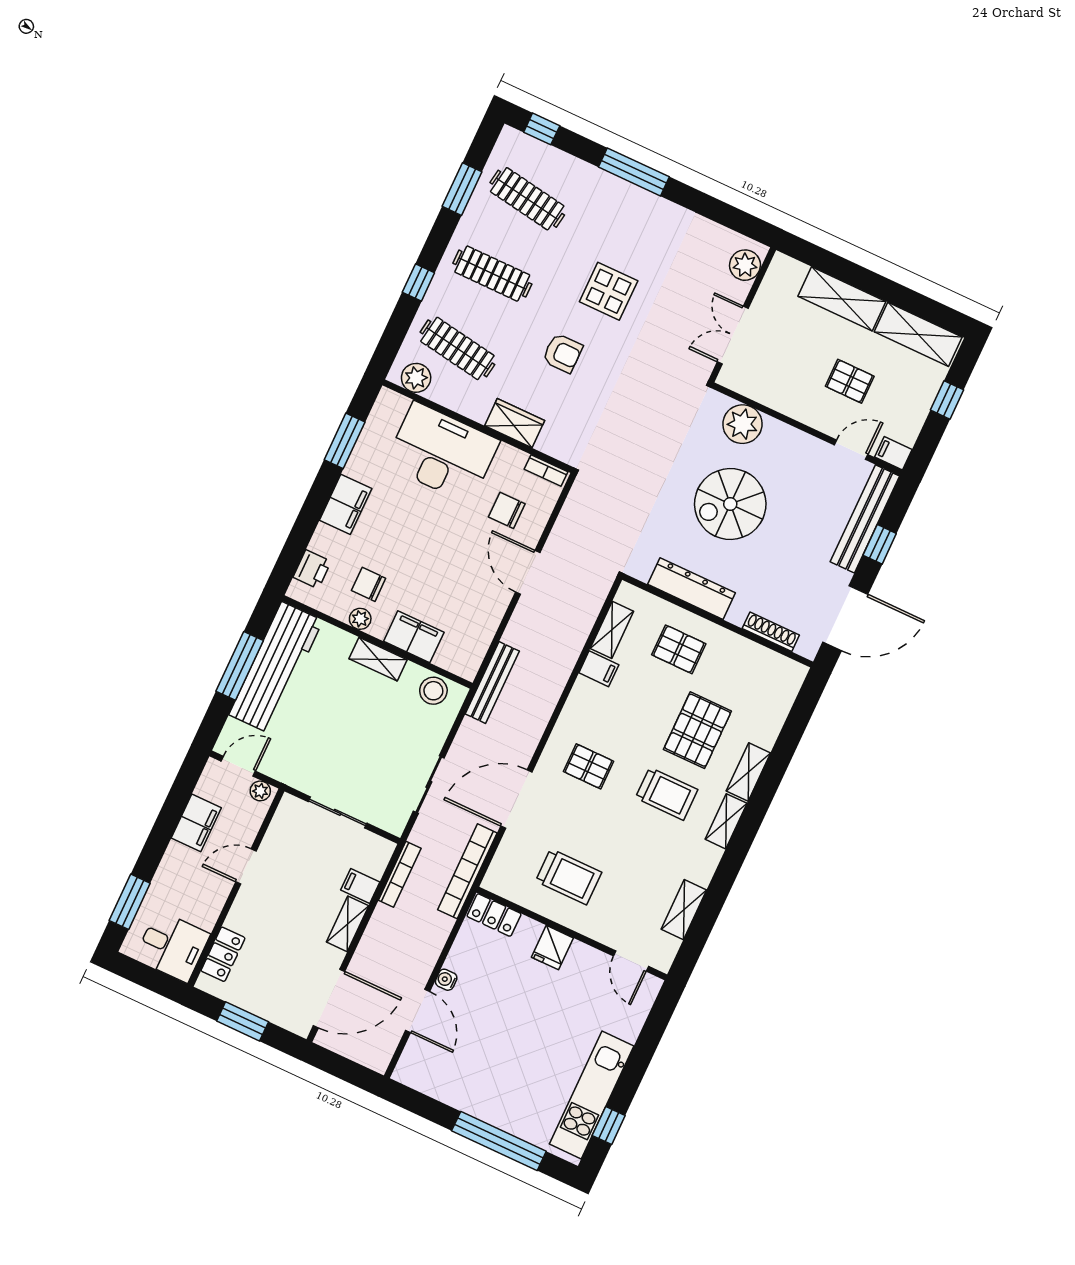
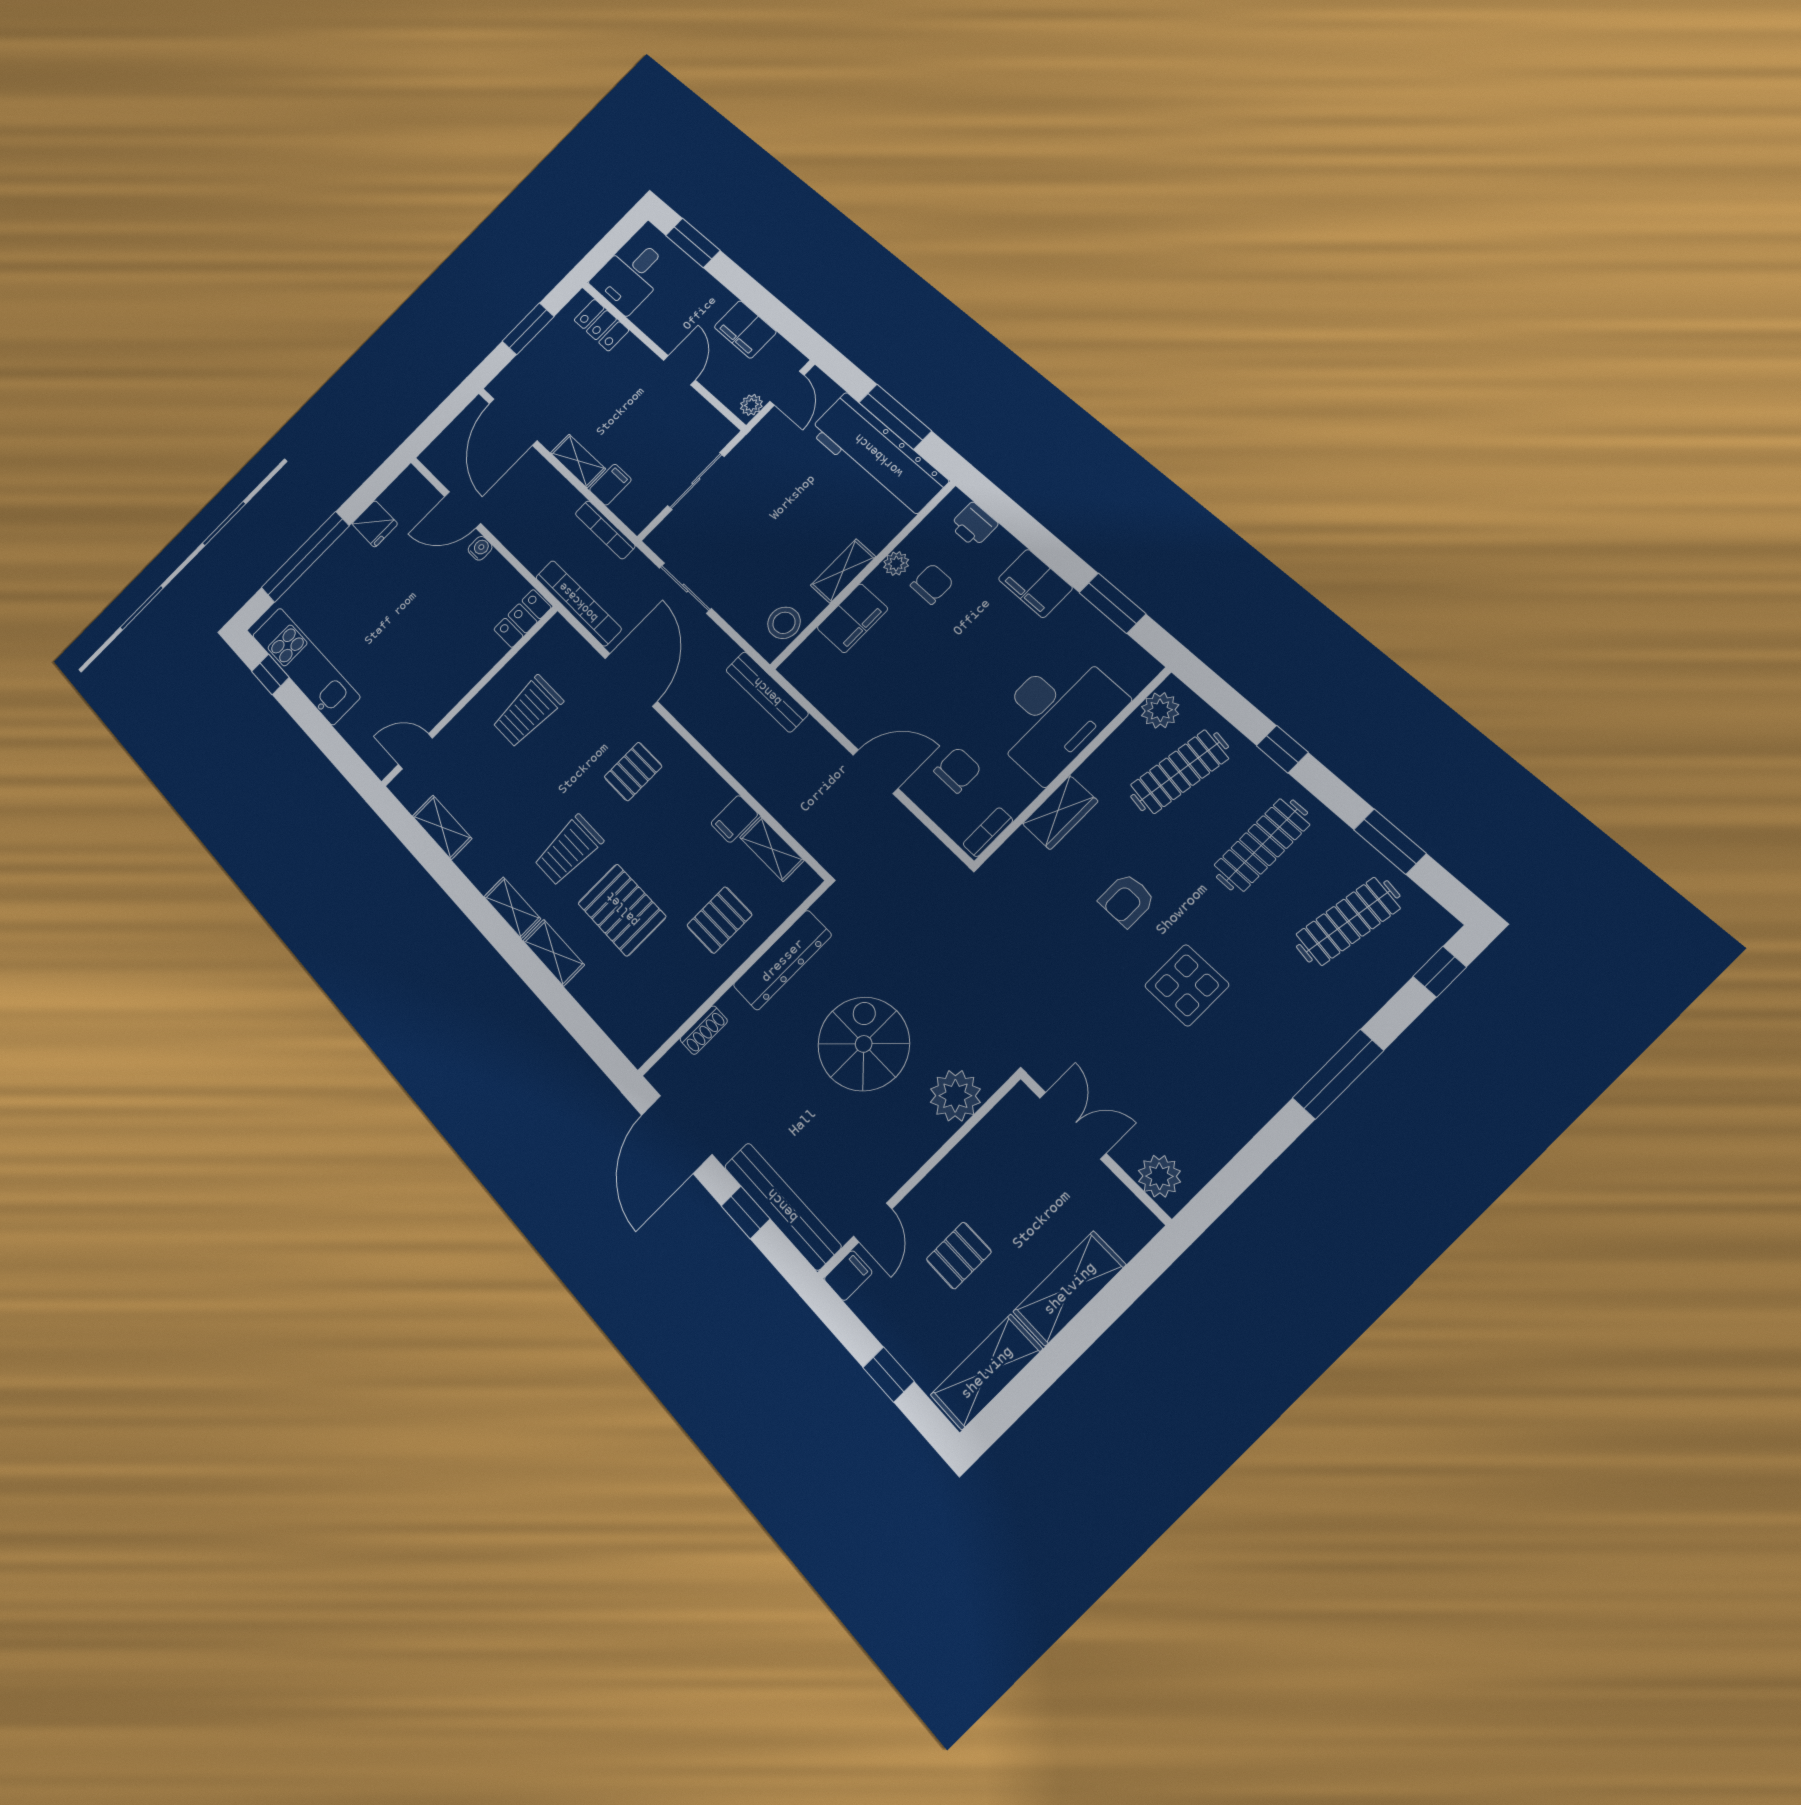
shoe rack: (771, 632) -> (704, 1030), width x0.70
fridge: (552, 948) -> (375, 524), moved, turned 180

